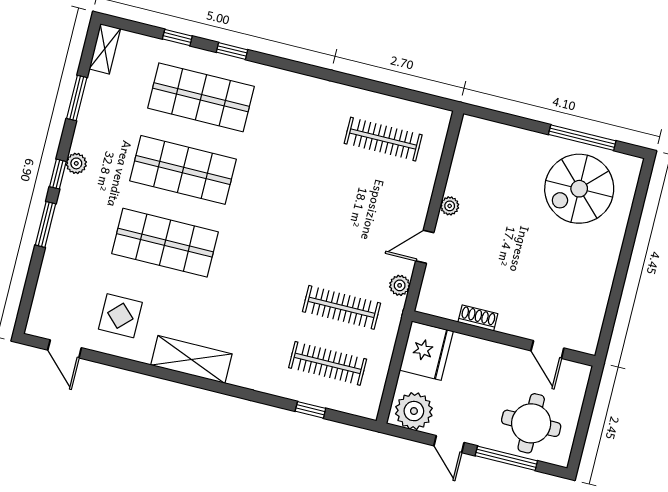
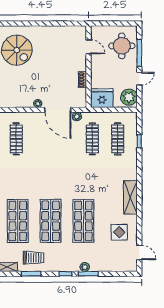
trolley: (111, 112) -> (34, 258), added
plant: (76, 163) -> (85, 267), moved
door: (425, 247) -> (58, 110), width x1.88
door: (65, 349) -> (139, 252), hinge flipped
door: (547, 349) -> (89, 47), hinge flipped

